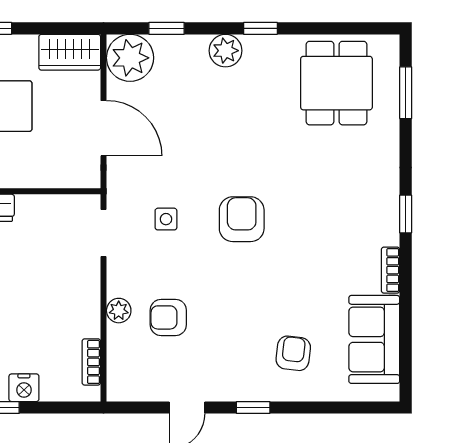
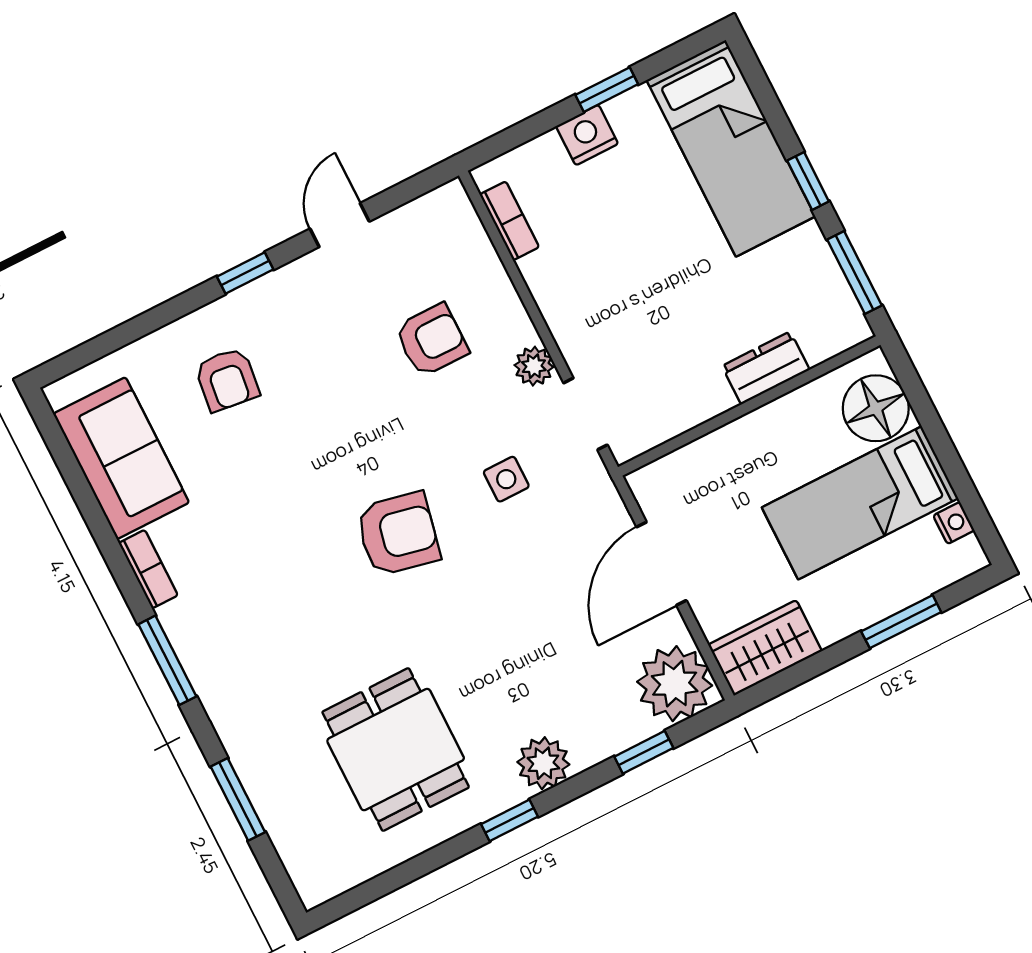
dining table: (336, 83) -> (396, 750), moved
window: (406, 93) -> (238, 799), moved
door: (104, 128) -> (661, 564), hinge flipped
window: (406, 214) -> (167, 660), width x1.50
armchair: (242, 219) -> (398, 534), turned -78
plant: (119, 311) -> (534, 366), moved

